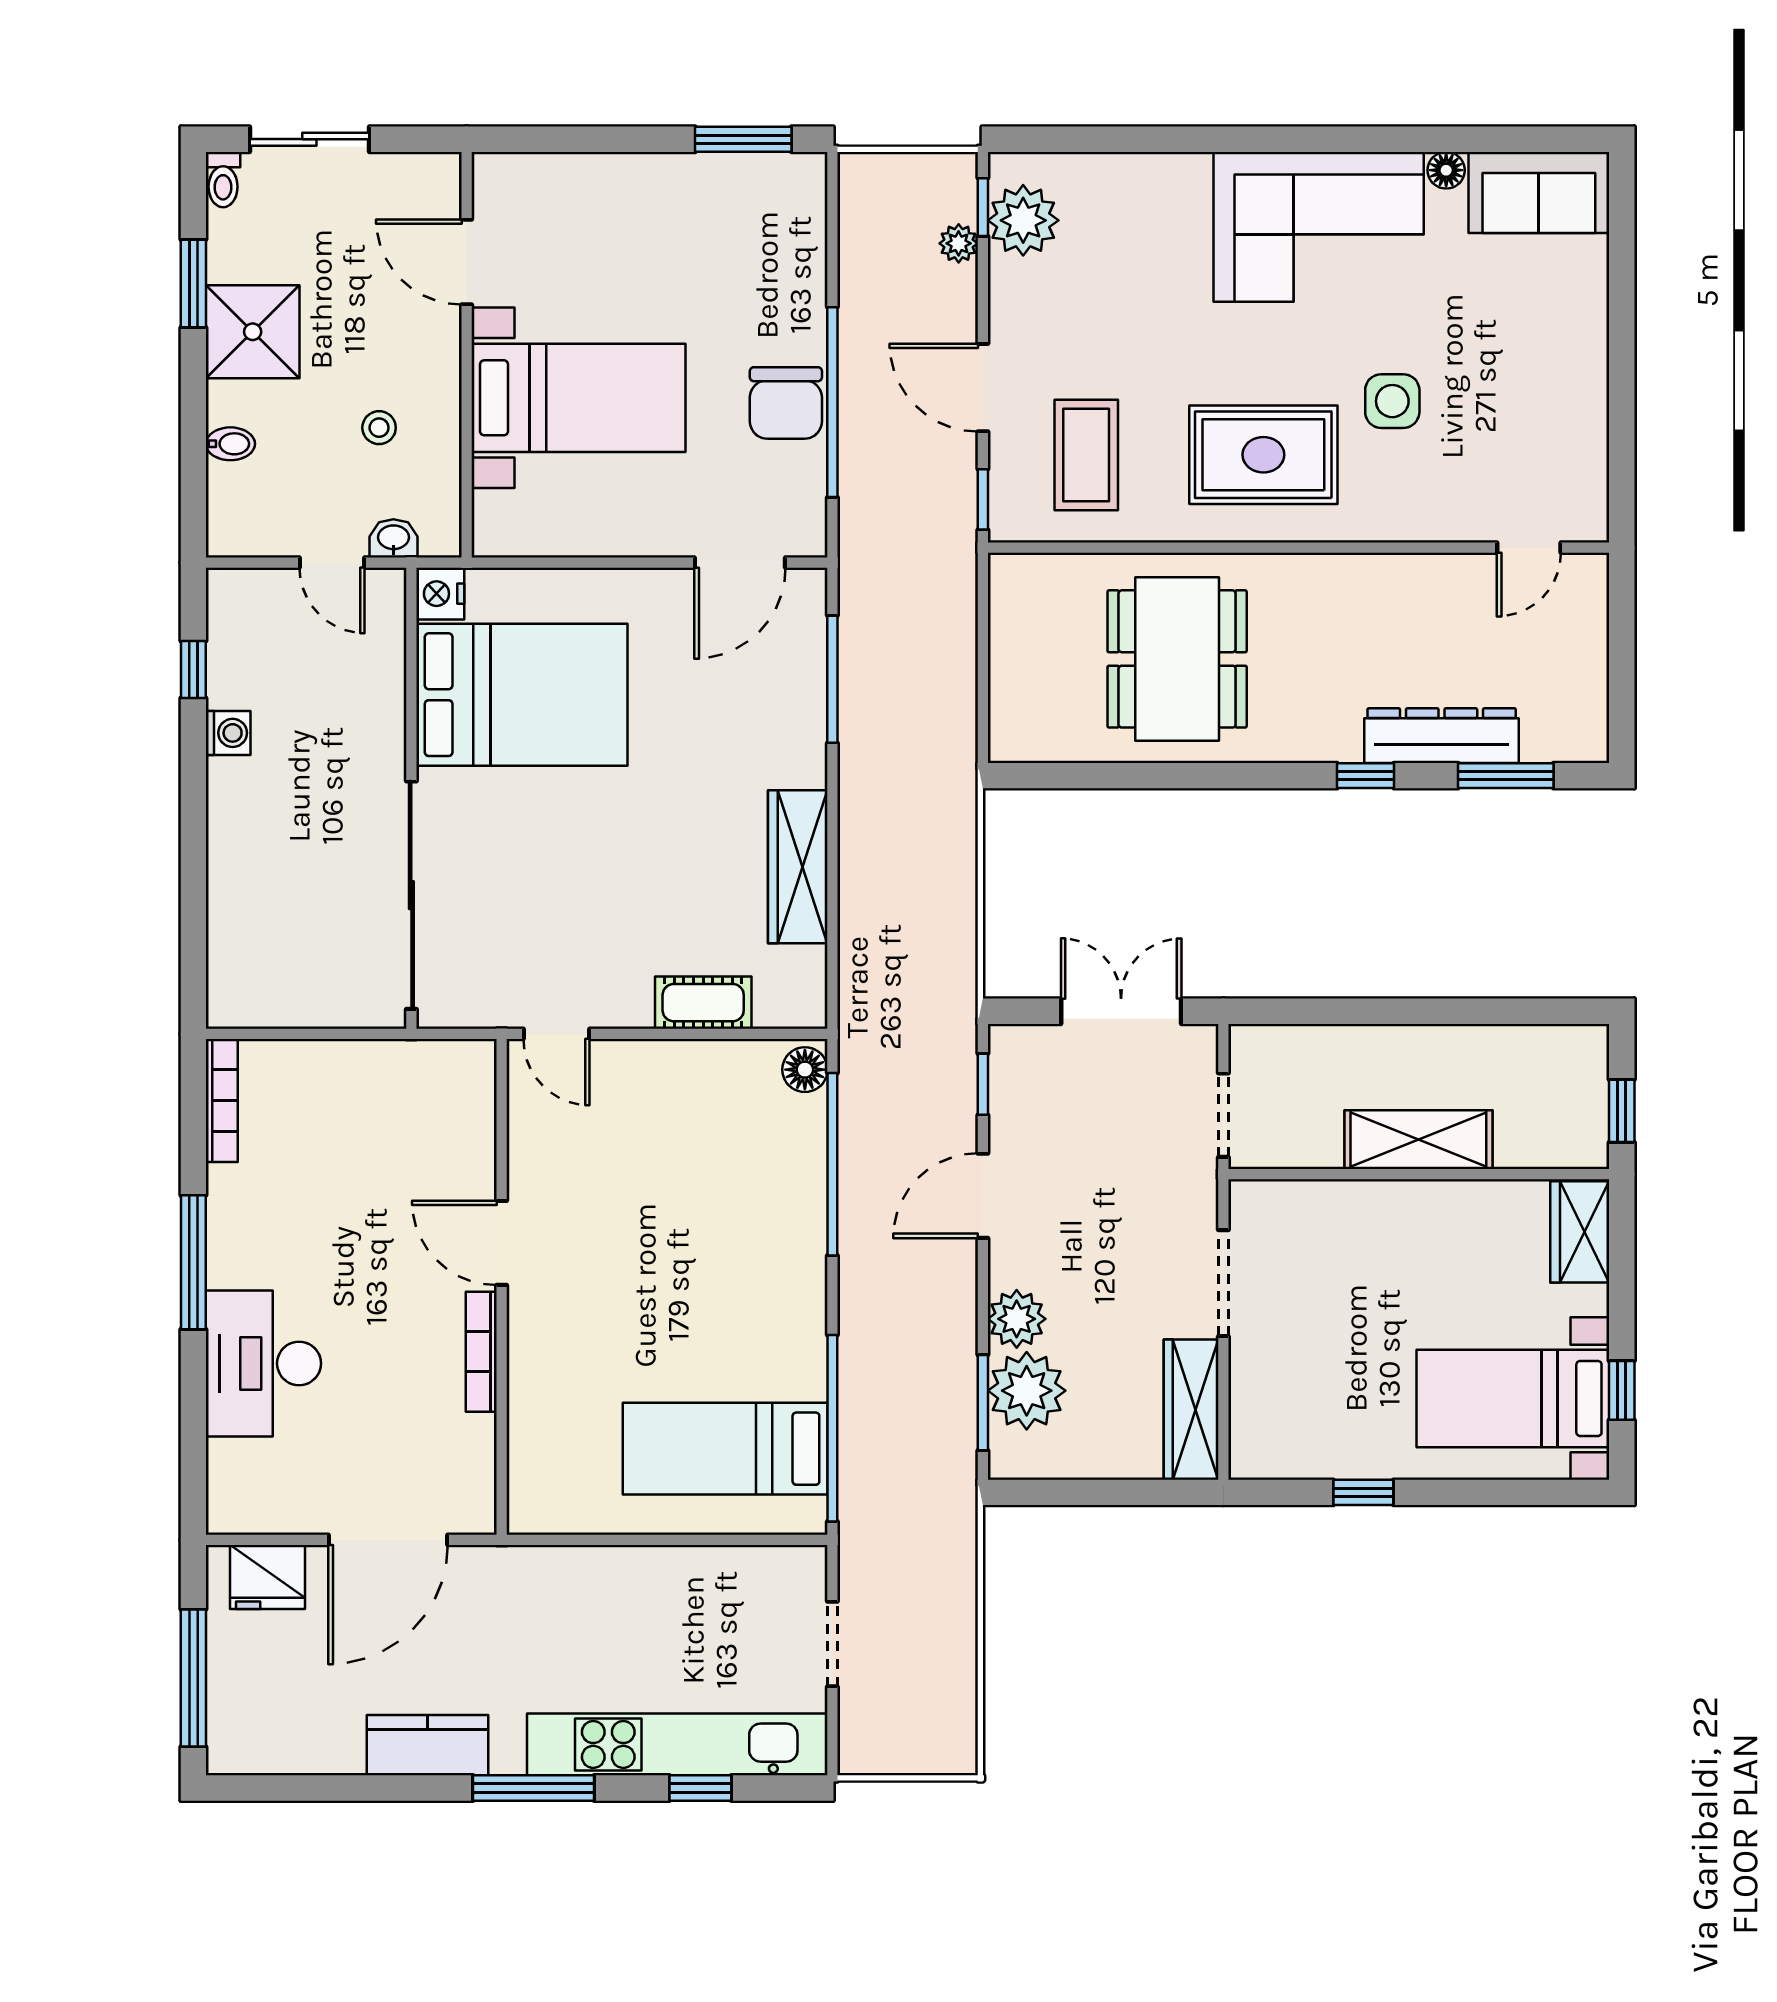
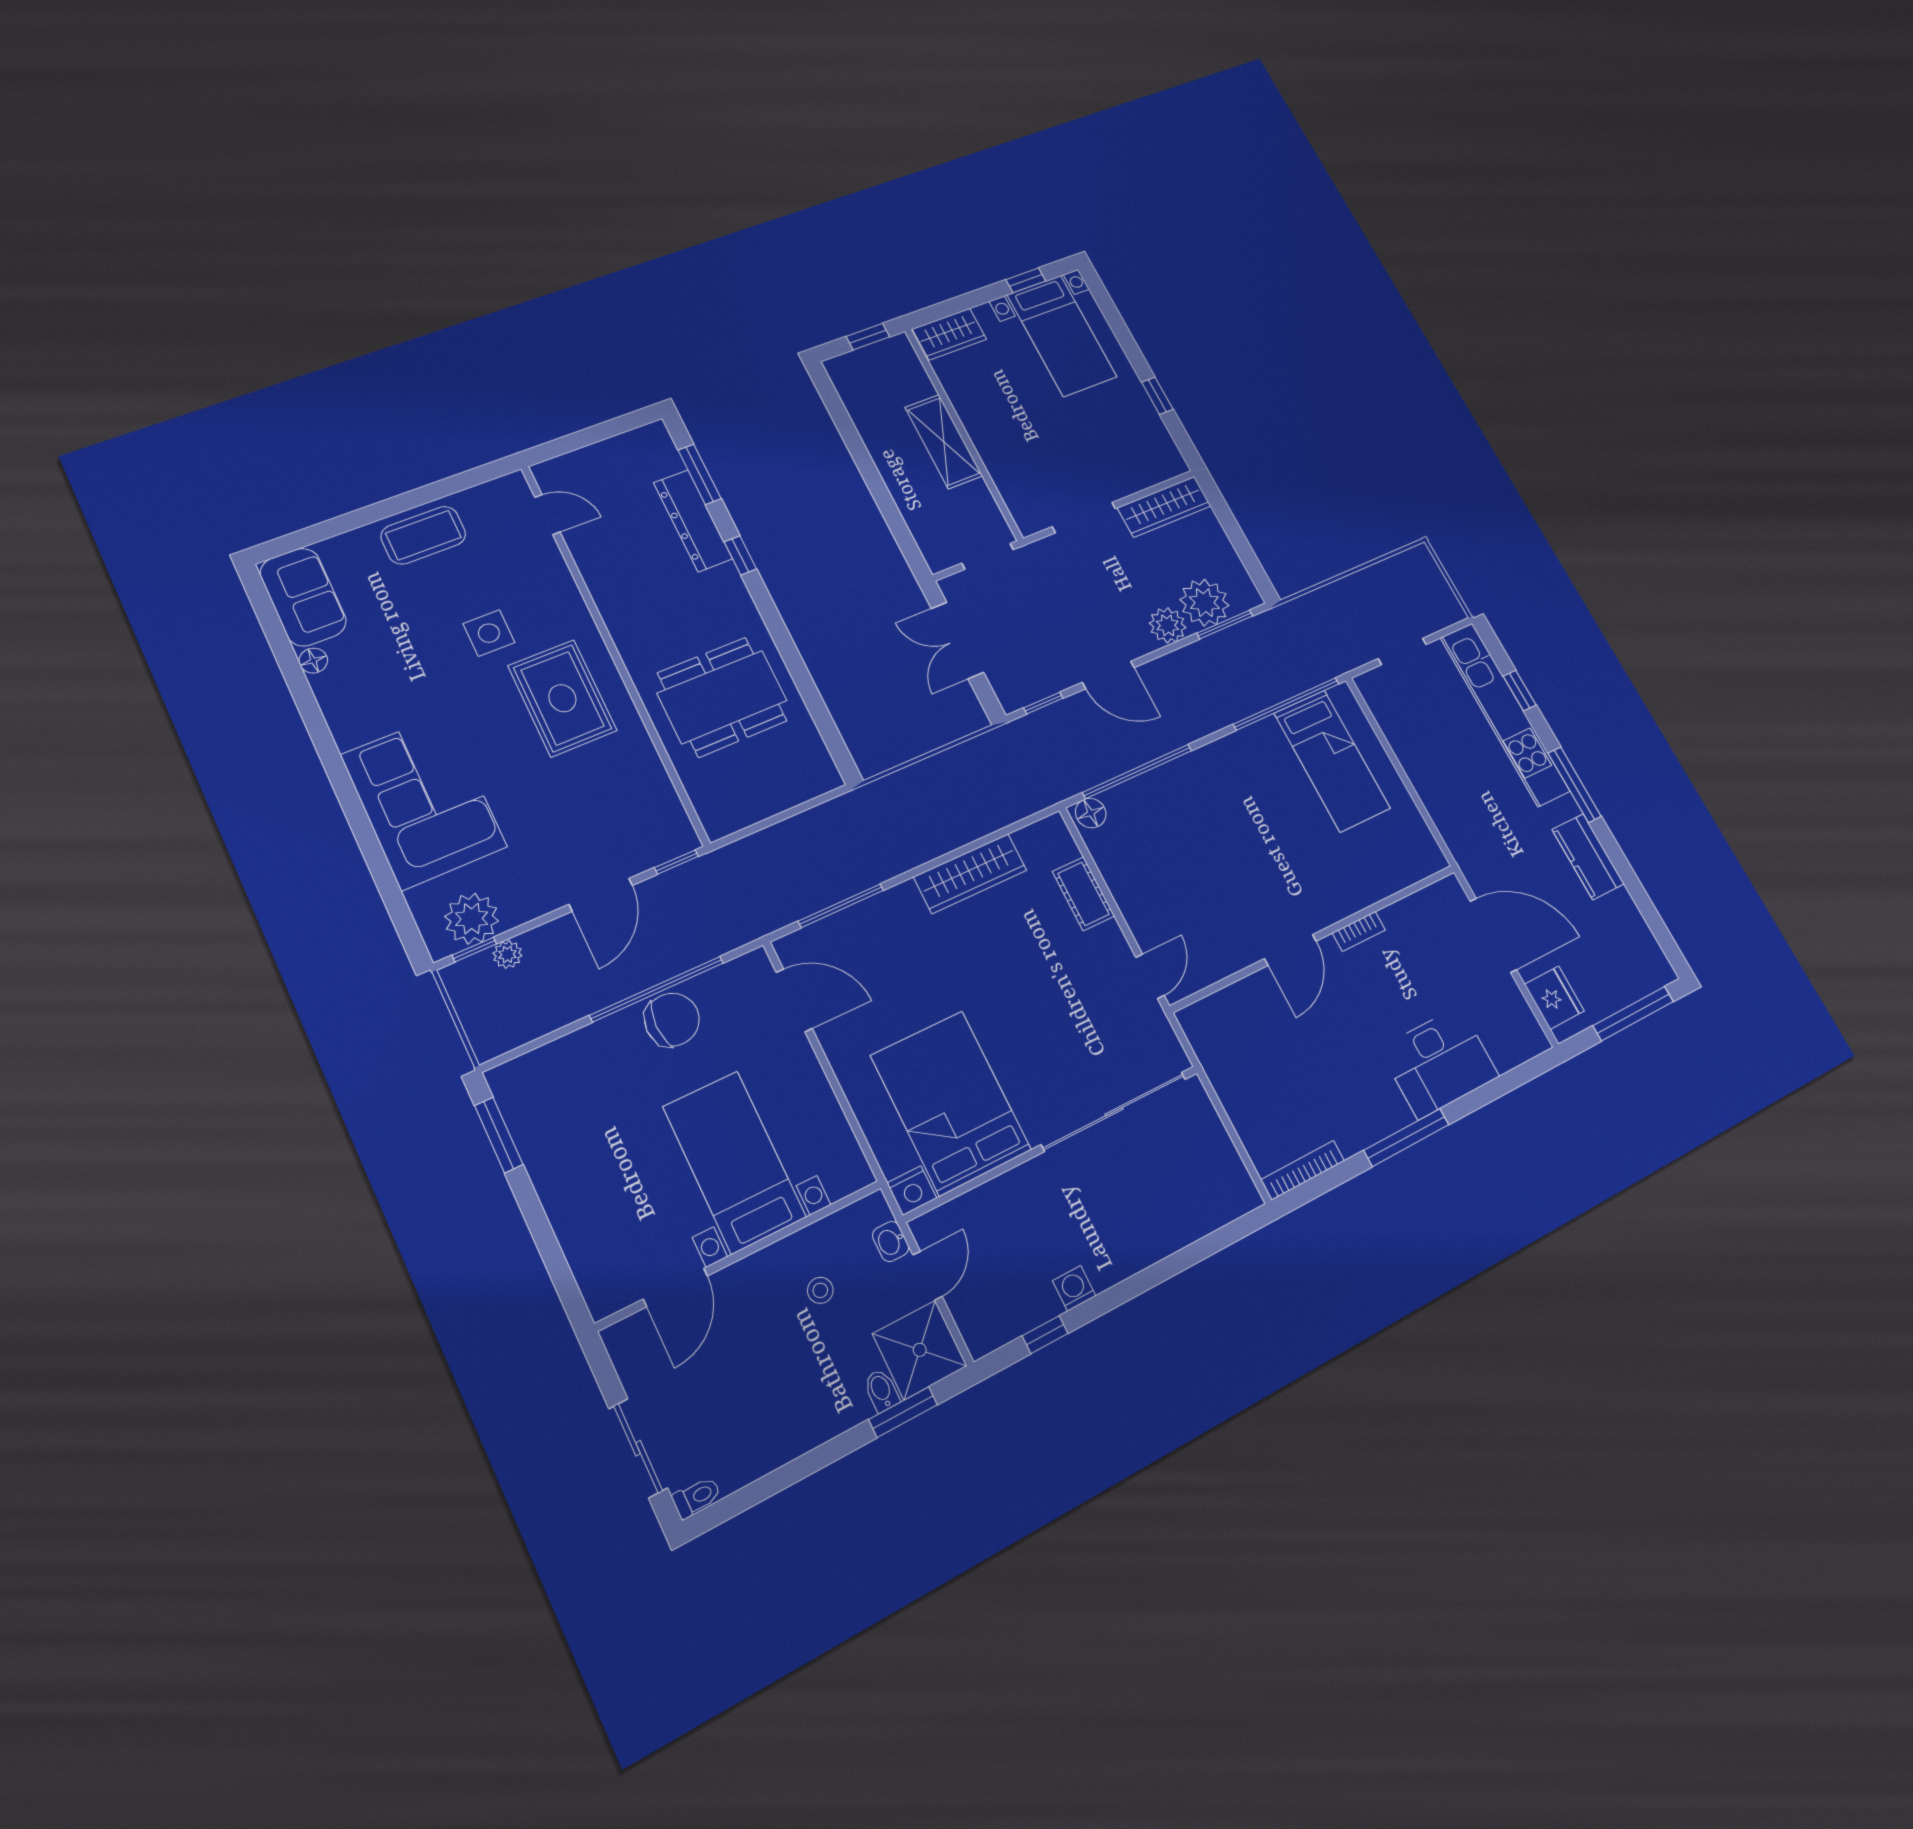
corner sofa: (1319, 227) -> (424, 801), moved
window: (193, 283) -> (903, 1412), moved
shower: (253, 332) -> (920, 1350), moved
coffee table: (1086, 455) -> (423, 535), moved
bookcase: (481, 1352) -> (1359, 932), width x0.64

